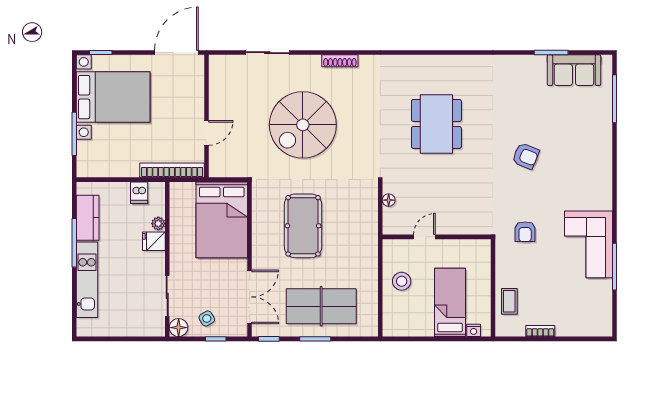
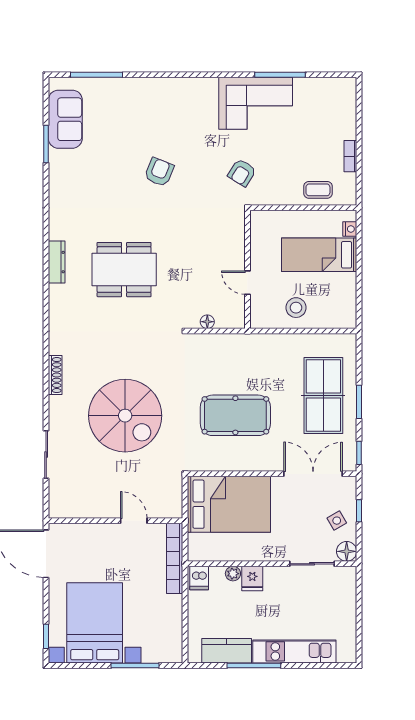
dresser: (443, 62) -> (57, 262), added
dishwasher: (139, 193) -> (199, 578), moved, turned 90
armchair: (525, 232) -> (242, 173), turned 122

